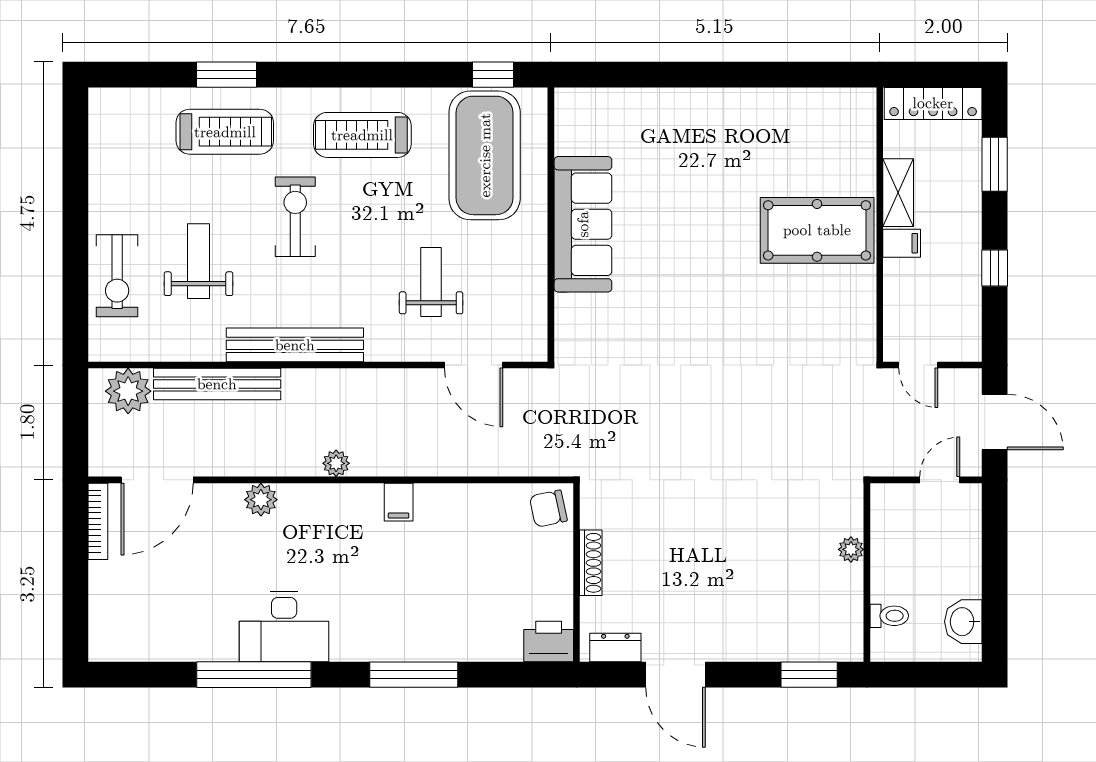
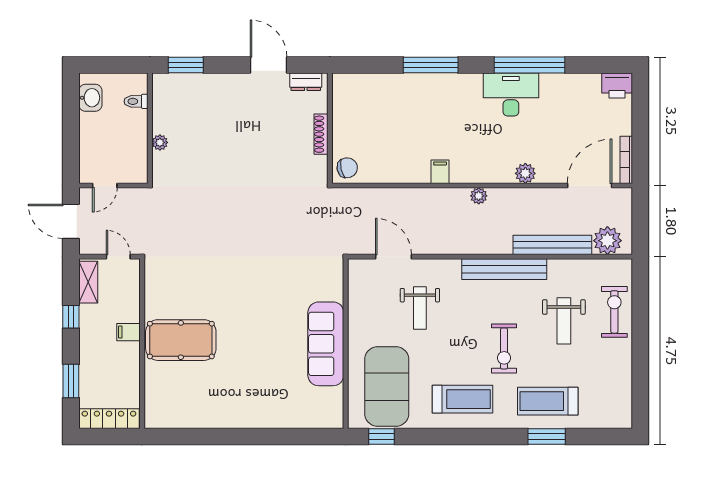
shelving: (898, 193) -> (88, 282), moved
printer: (549, 641) -> (617, 85), moved

